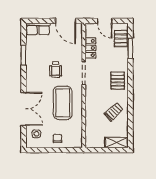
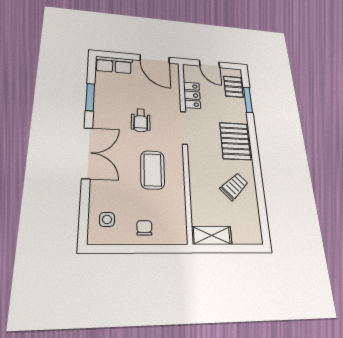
pallet: (118, 81) -> (235, 141), width x1.50, depth x1.42
coffee table: (63, 103) -> (153, 170), width x0.73, depth x0.76
double door: (24, 109) -> (87, 153), moved
shelving: (116, 143) -> (212, 236), moved

